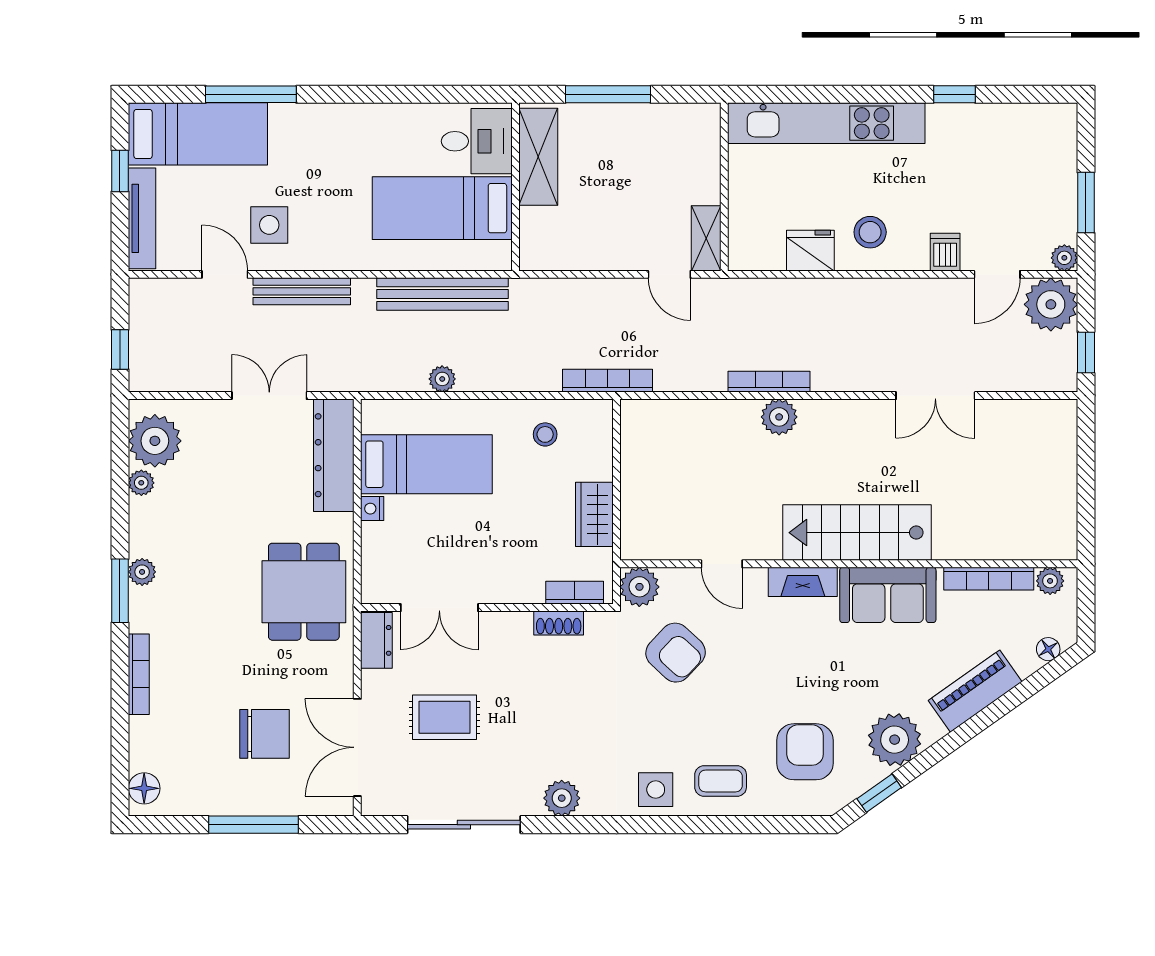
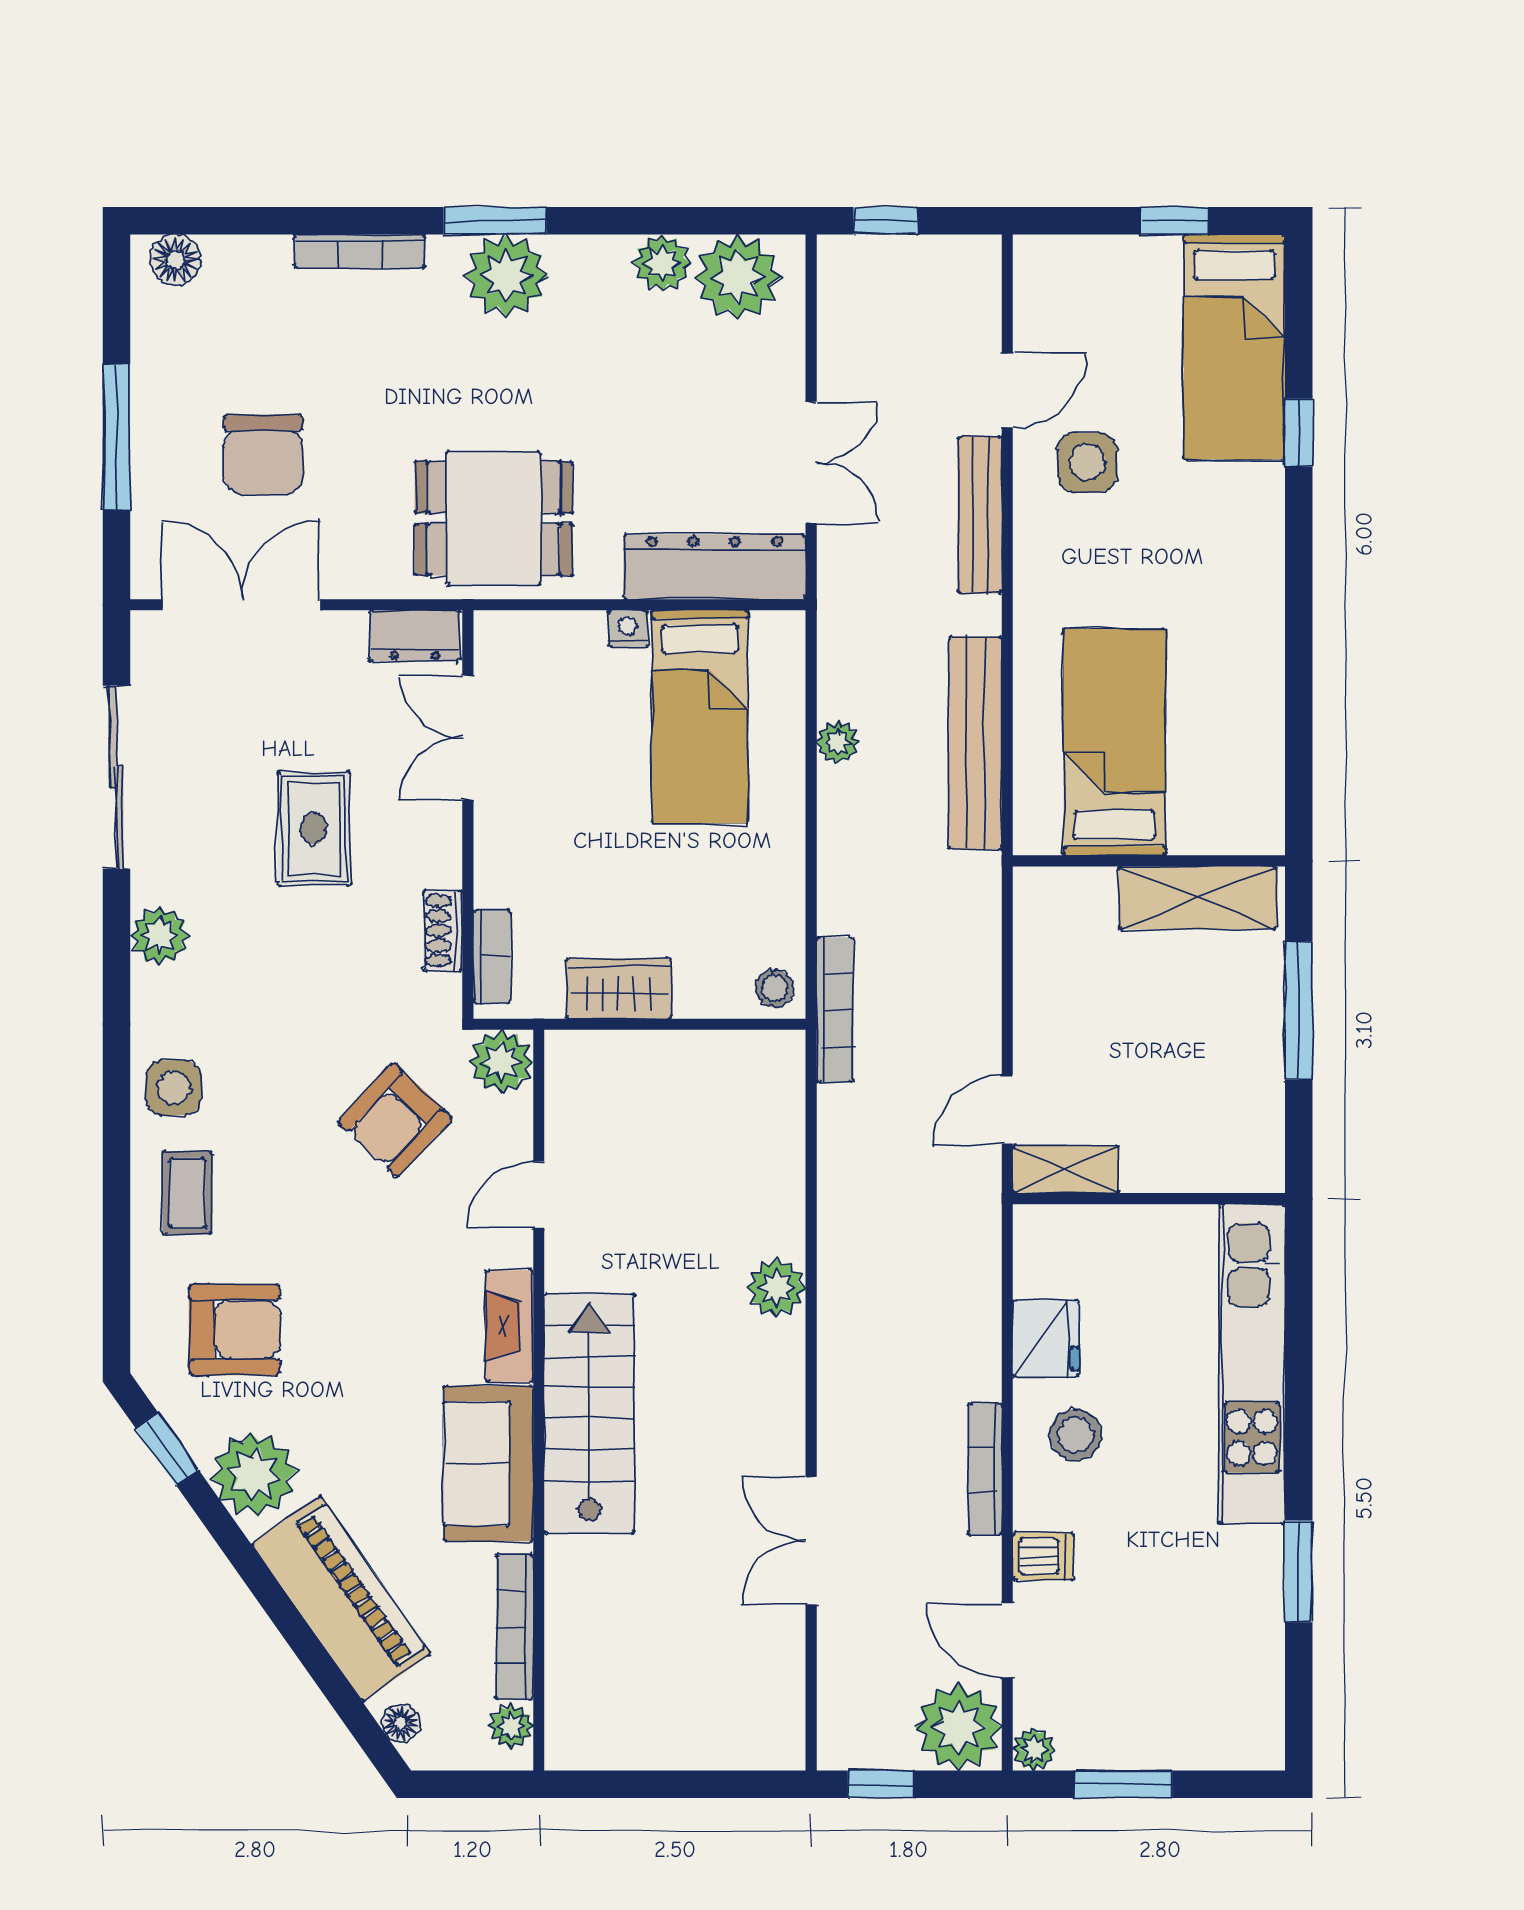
window: (251, 94) -> (1299, 433), width x0.46
window: (954, 94) -> (1299, 1571), width x1.50
desk: (477, 141) -> (1223, 798), removed
tv unit: (142, 218) -> (1098, 256), removed
bookcase: (769, 382) -> (985, 1469), moved, turned 180
stool: (545, 434) -> (775, 988), moved
plant: (141, 483) -> (662, 263), width x1.38, depth x1.38
plant: (142, 572) -> (506, 276), width x1.88, depth x1.88
piano: (975, 691) -> (341, 1599), width x1.37, depth x1.33
rug: (444, 717) -> (314, 828), moved

